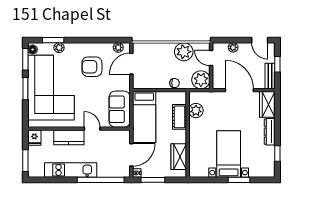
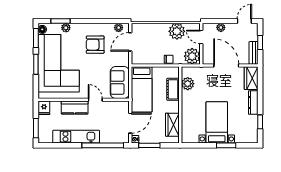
door: (260, 40) -> (244, 21), swing flipped

